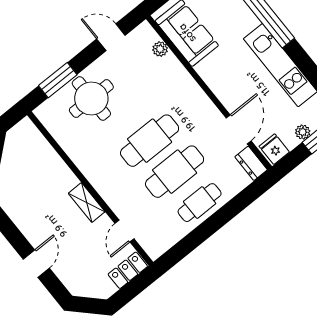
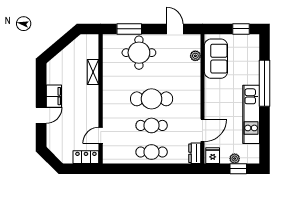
cafe table: (175, 172) -> (152, 125), width x0.73, depth x0.74
shelving: (87, 203) -> (93, 72), moved
filing cabinet: (33, 229) -> (54, 96), added

